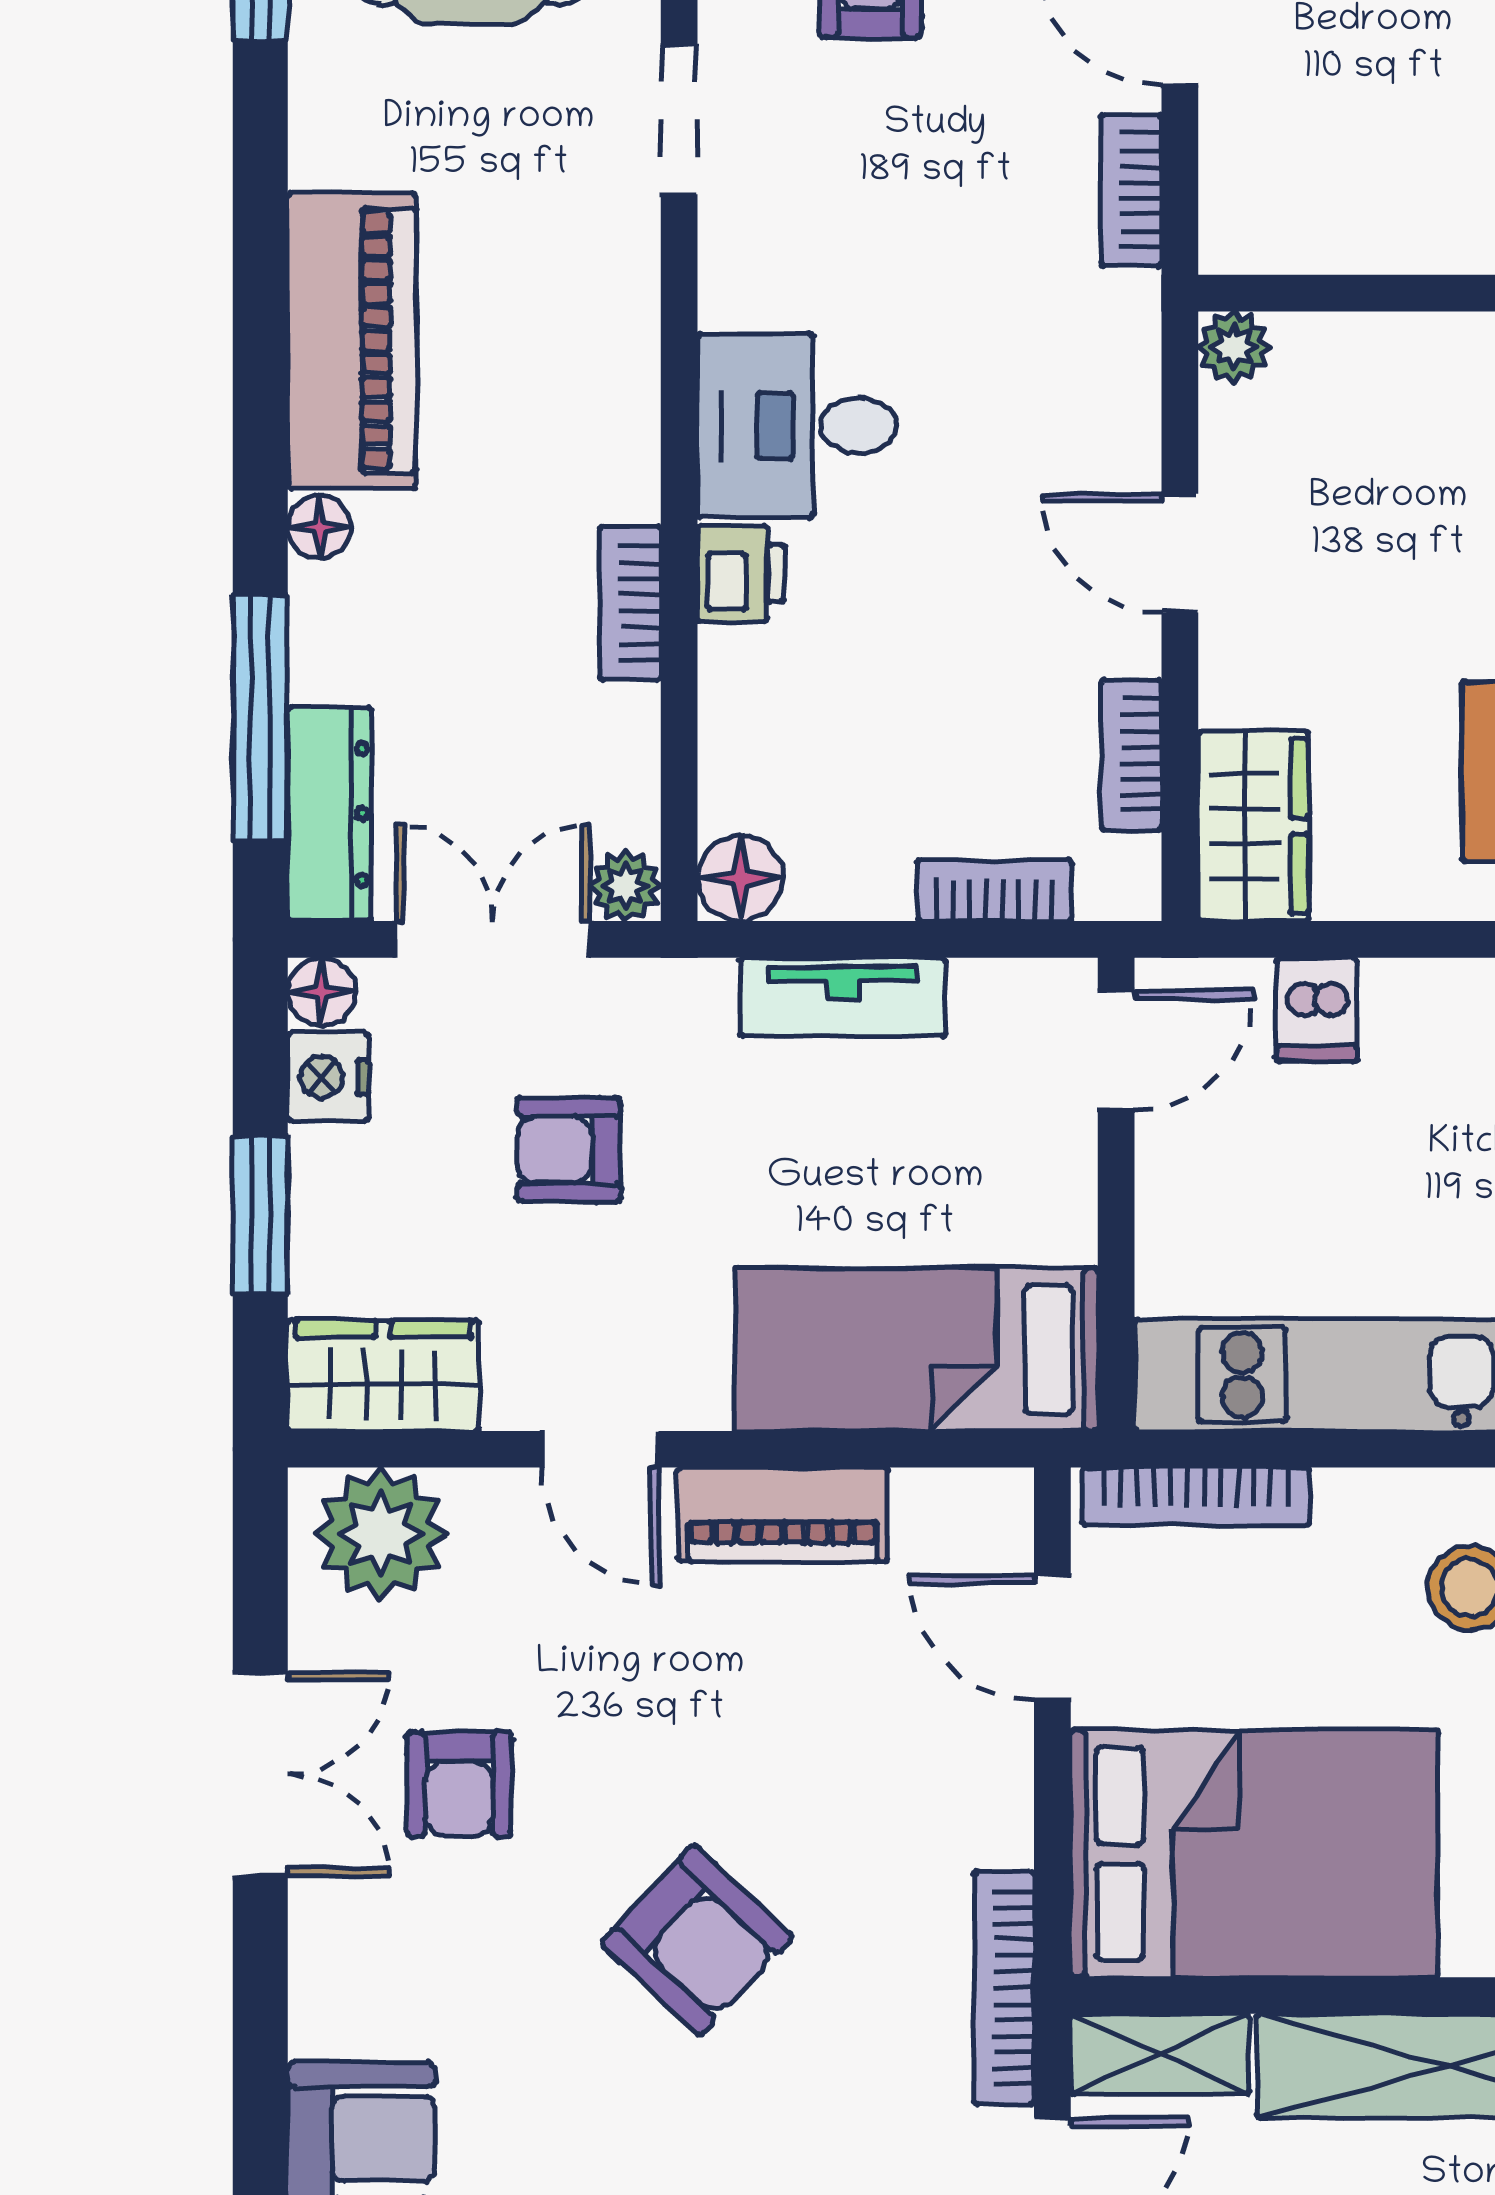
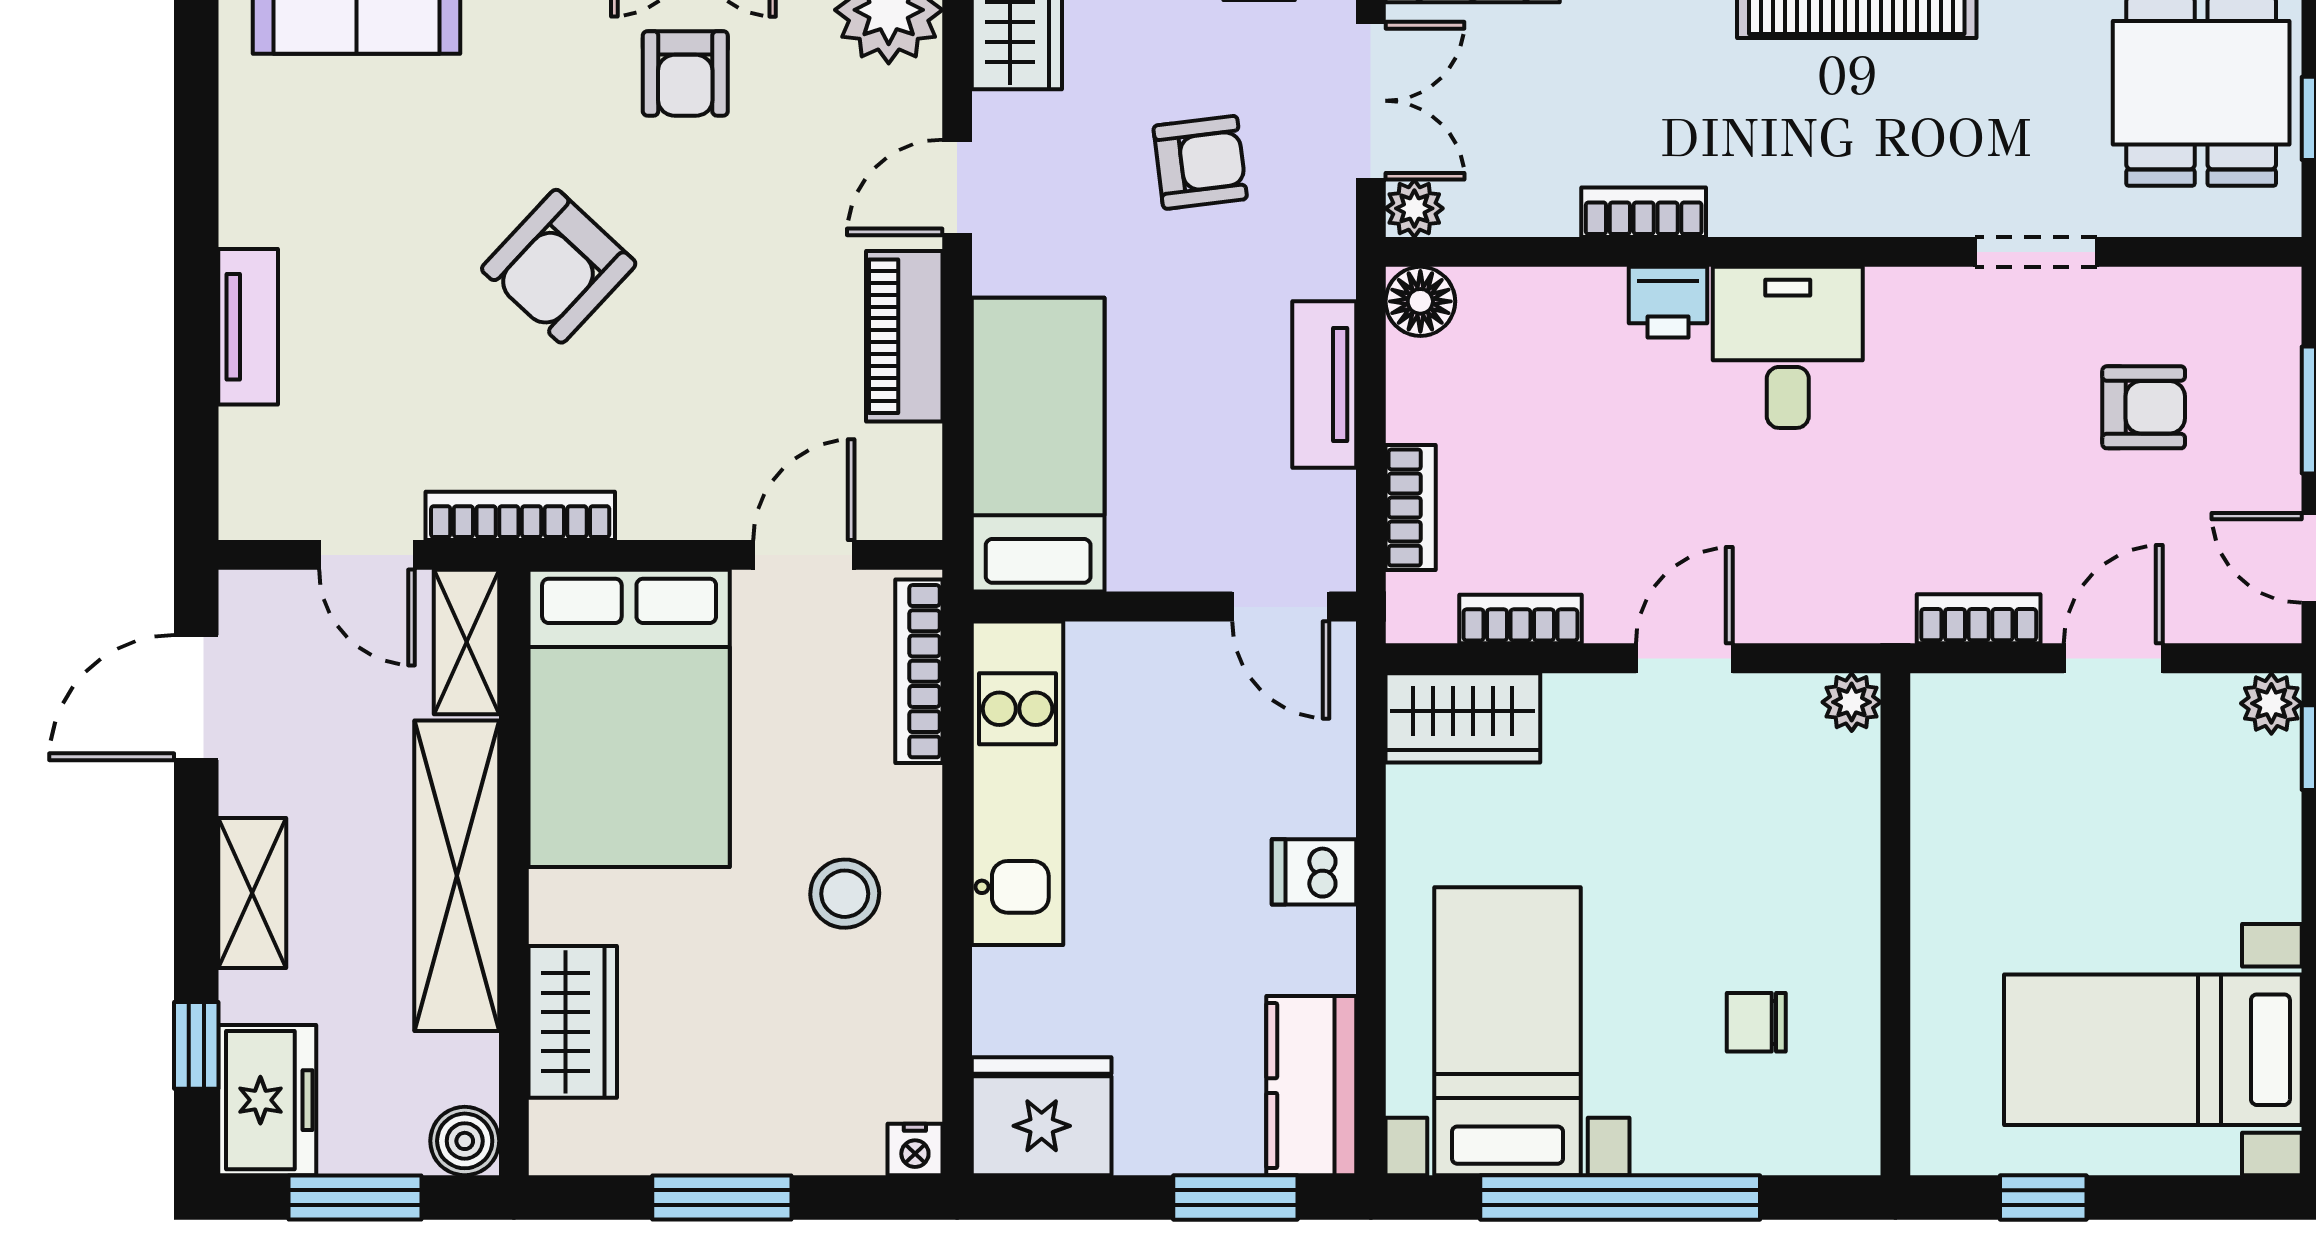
dishwasher: (1317, 1009) -> (1314, 872), moved
armchair: (569, 1150) -> (1200, 162), turned 83
armchair: (459, 1784) -> (685, 73), turned -90

